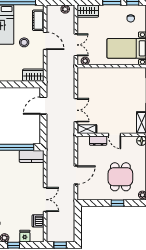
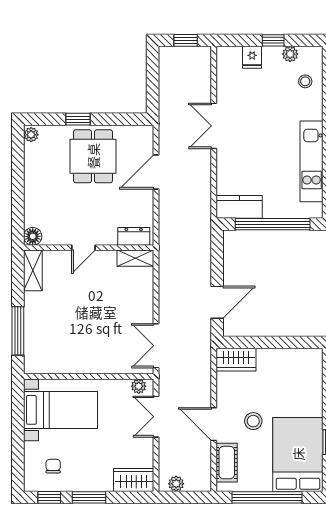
double door: (76, 110) -> (156, 346), moved
door: (115, 135) -> (83, 248), swing flipped
dresser: (98, 141) -> (134, 236), moved
dining table: (120, 177) -> (93, 156), moved
dishwasher: (38, 221) -> (227, 86), removed

